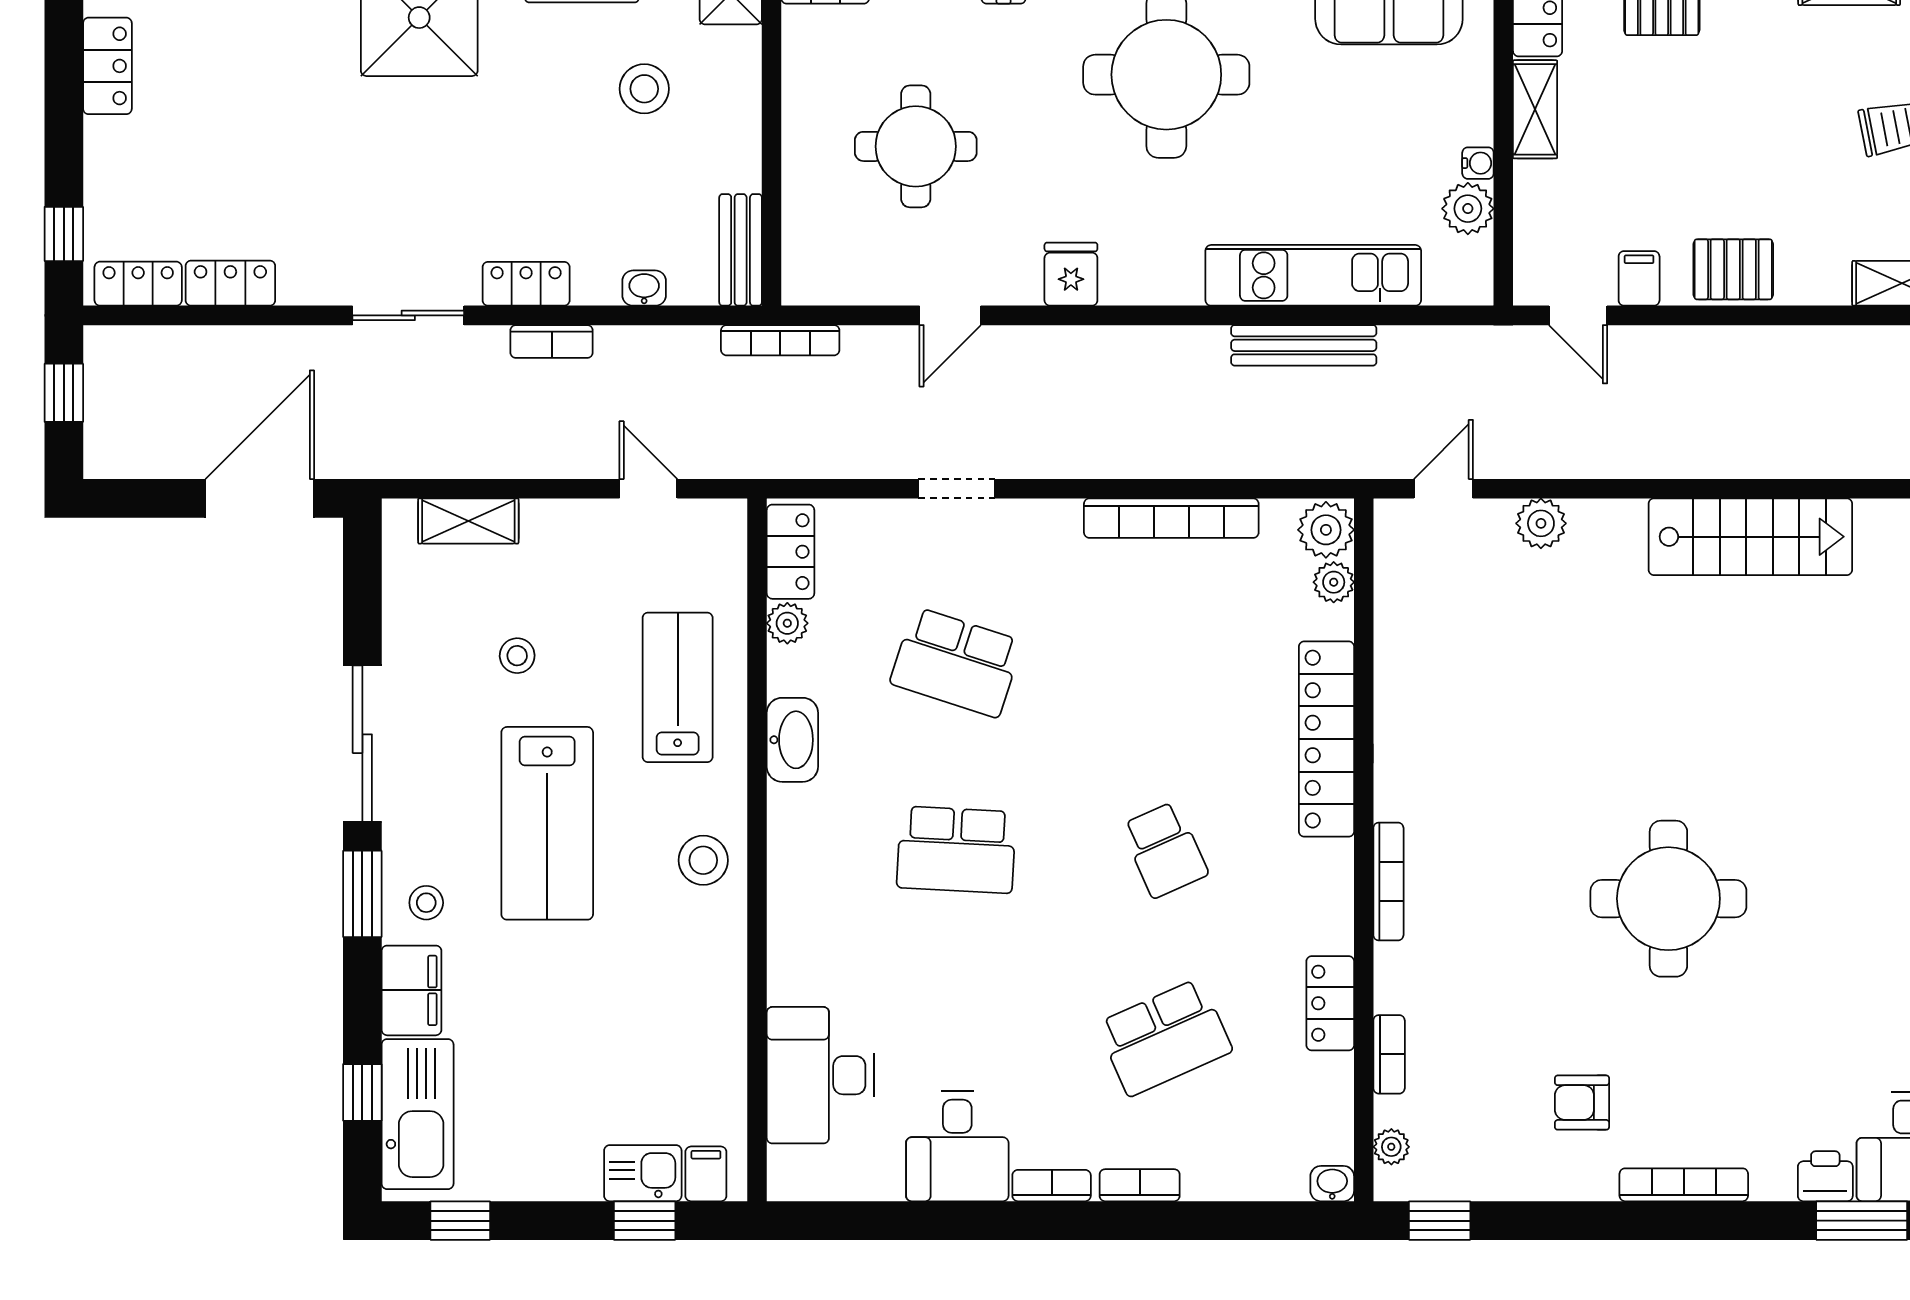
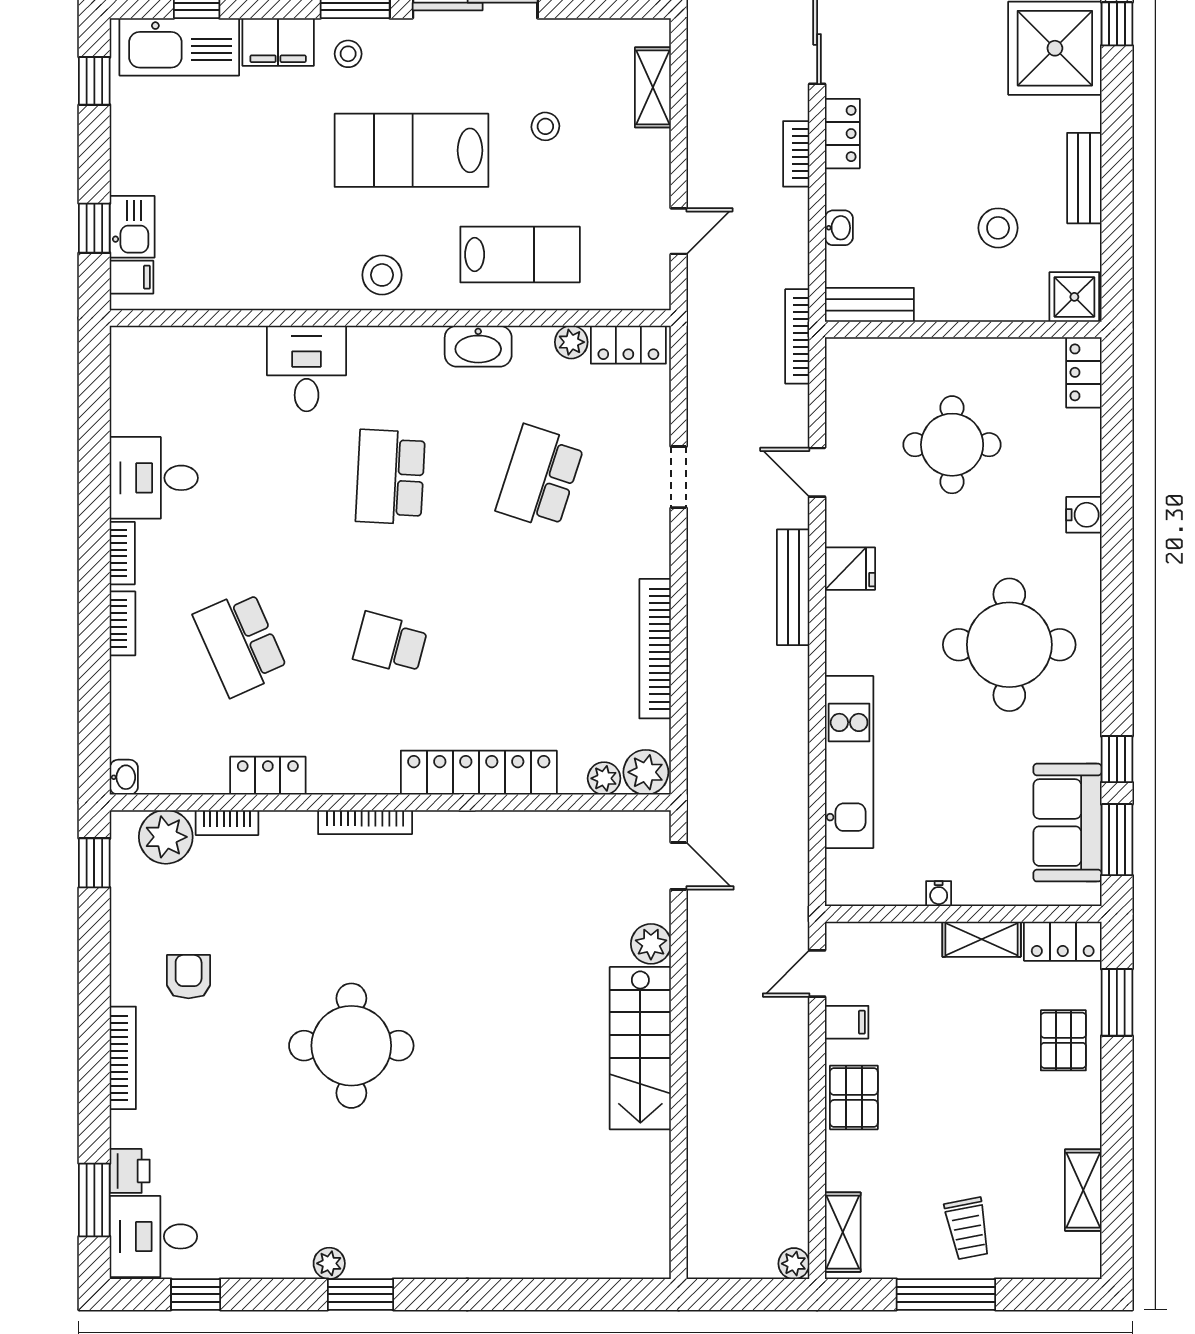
plant: (1468, 209) -> (902, 886), removed
bench: (1304, 345) -> (793, 587), moved
stairs: (1750, 537) -> (640, 1048), moved
school desk: (1165, 850) -> (390, 643), turned 39
desk: (820, 1075) -> (307, 369), moved, width x0.73
plant: (1391, 1147) -> (166, 837), width x1.88, depth x1.88

